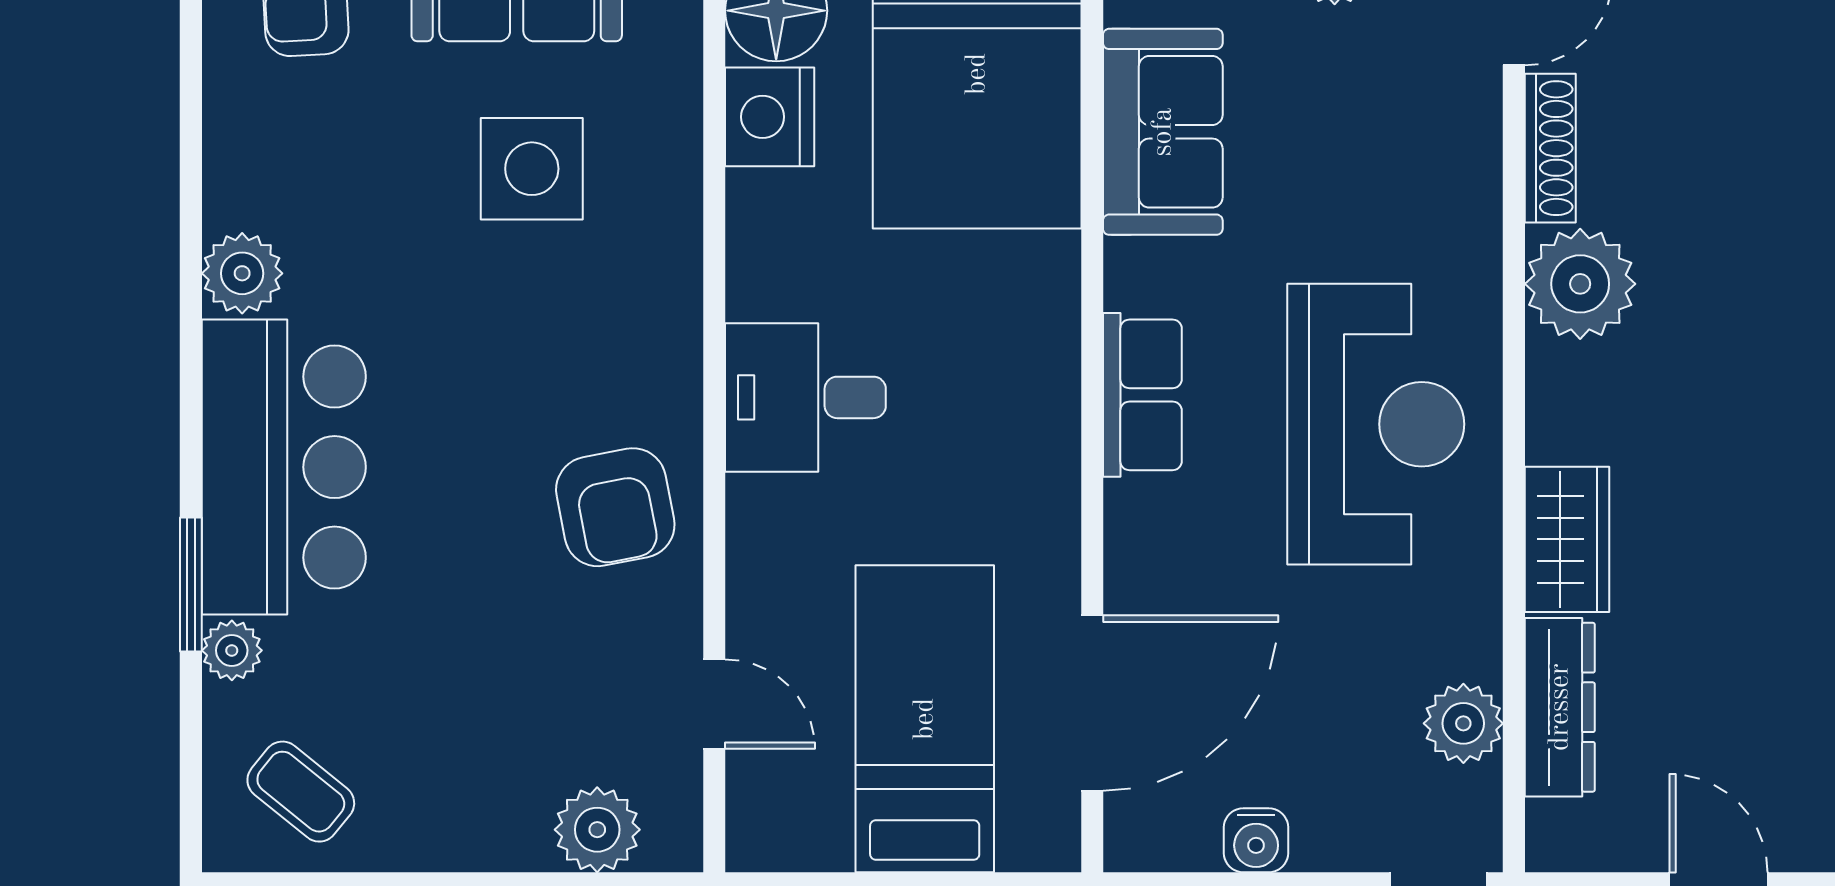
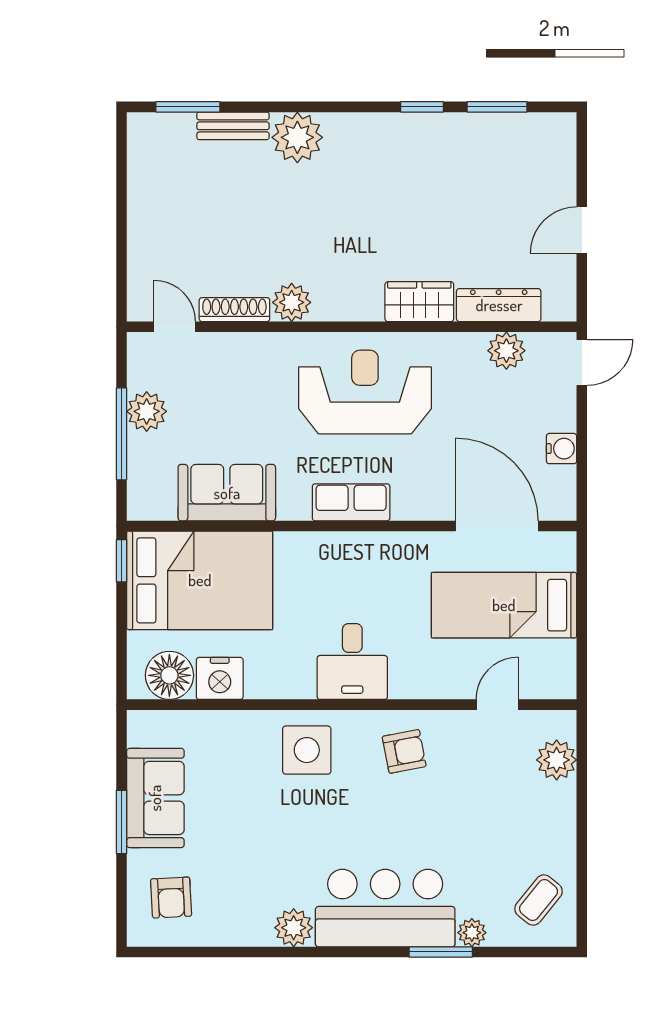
side table: (532, 169) -> (307, 750), moved
plant: (1580, 284) -> (292, 302), width x0.73, depth x0.73
armchair: (615, 507) -> (404, 751), width x0.72, depth x0.72

